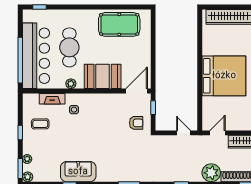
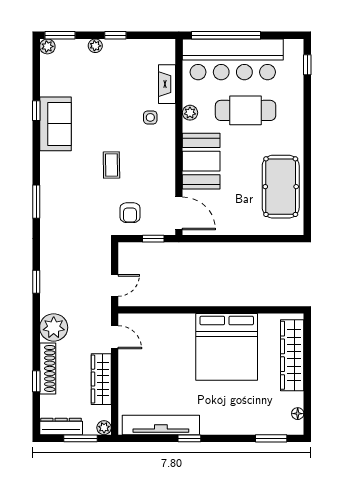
bed: (224, 76) -> (227, 347), moved
coffee table: (40, 124) -> (111, 165), moved
plant: (27, 159) -> (95, 46), moved

